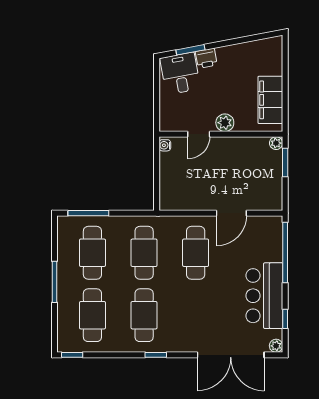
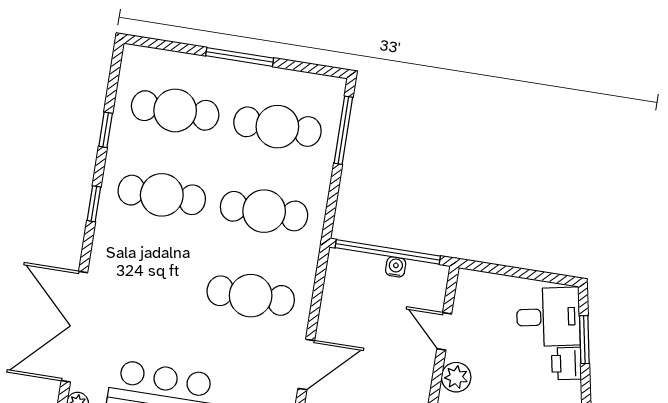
water cooler: (165, 145) -> (396, 267), moved
window: (157, 175) -> (388, 252), added
door: (231, 213) -> (306, 364), swing flipped
window: (72, 355) -> (106, 130), moved

